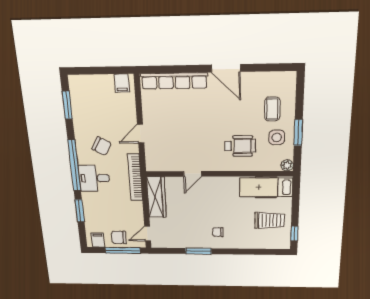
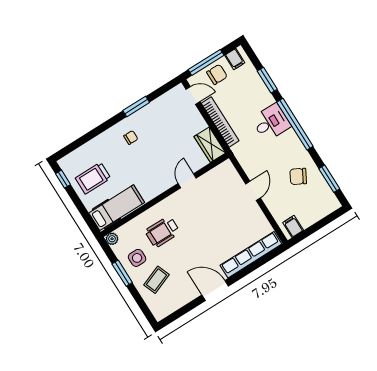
coffee table: (272, 109) -> (156, 280), turned 69
chair: (102, 146) -> (298, 176), moved
bookcase: (135, 177) -> (220, 122), moved
wardrobe: (156, 197) -> (210, 145), width x0.67
door: (148, 234) -> (193, 95), hinge flipped

